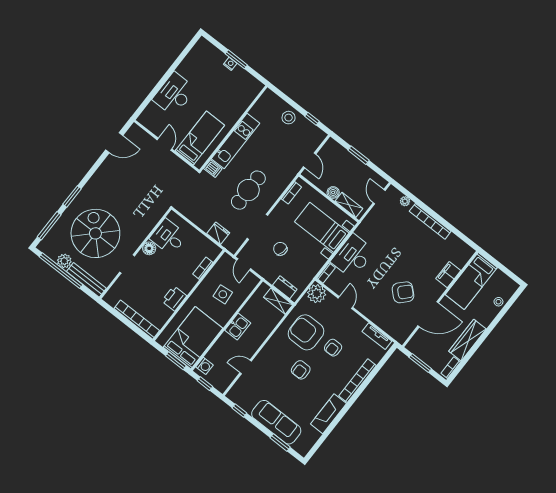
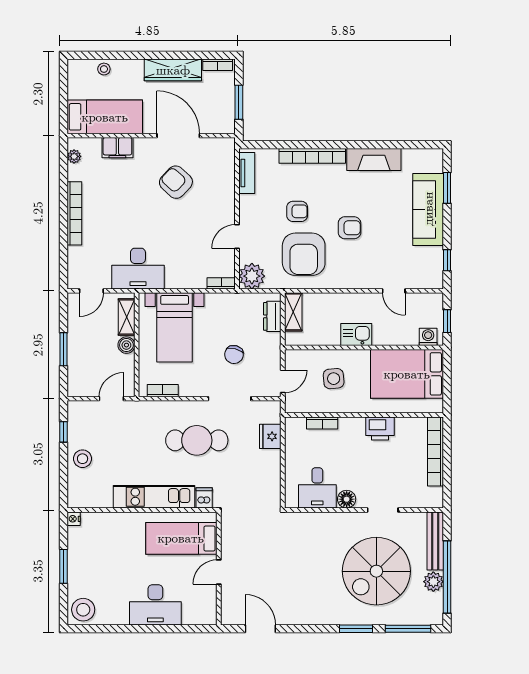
stool: (203, 51) -> (83, 610), added
nightstand: (230, 64) -> (74, 519), moved
plant: (405, 201) -> (74, 156), moved
desk: (353, 256) -> (138, 269), moved
window: (176, 361) -> (447, 373), removed

